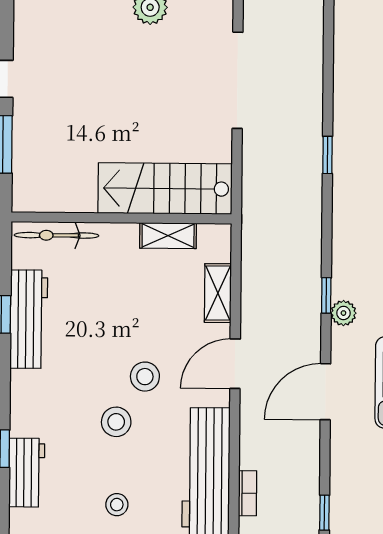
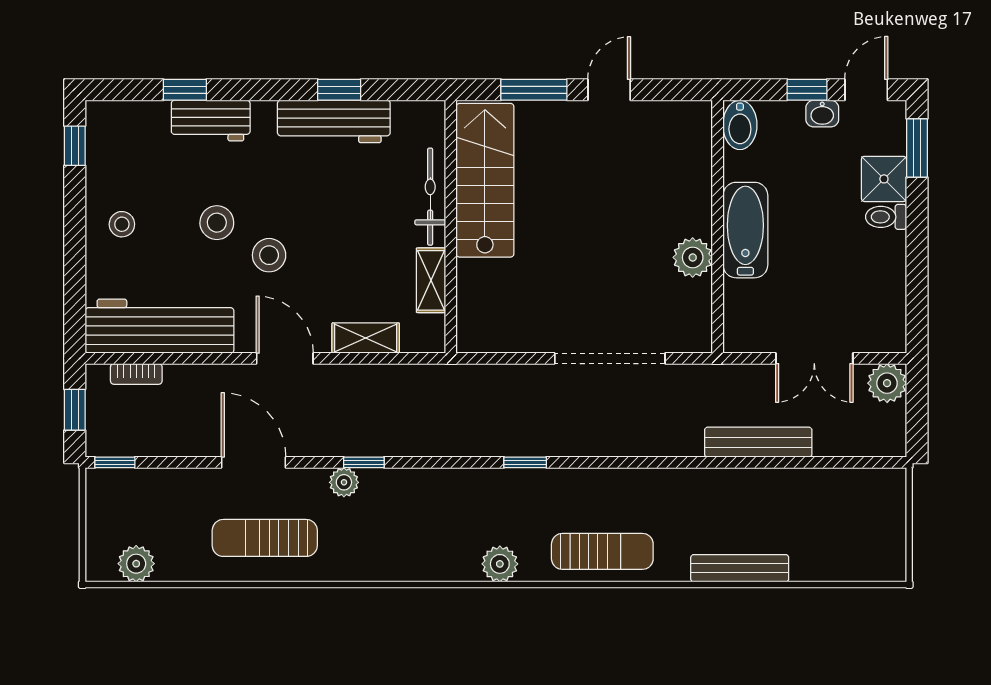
stairs: (165, 189) -> (485, 180), moved
bicycle: (56, 235) -> (430, 197), moved
workbench: (27, 473) -> (211, 121), moved

